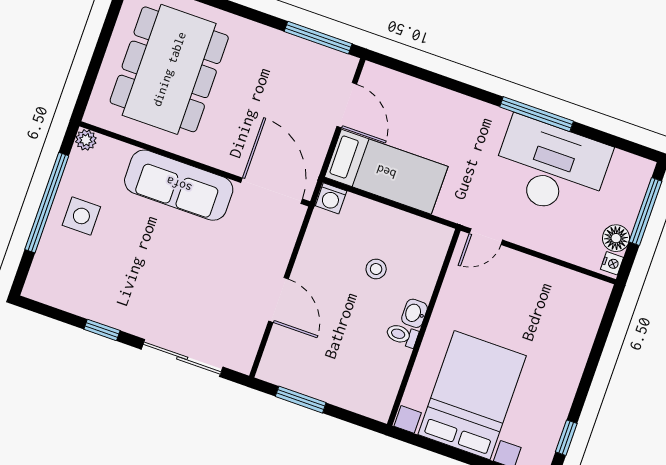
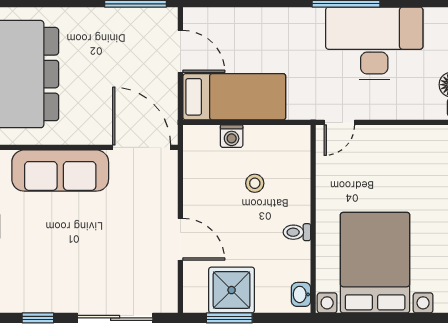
washing machine: (331, 198) -> (232, 136), moved
washbasin: (414, 313) -> (301, 294), moved
shower: (313, 371) -> (232, 290), added

